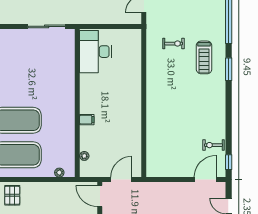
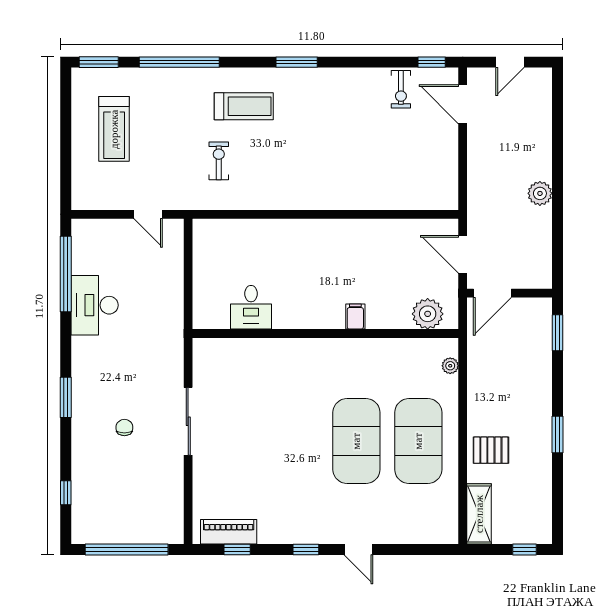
sliding door: (47, 26) -> (188, 421), moved
desk: (96, 52) -> (251, 307), width x0.53, depth x0.77
window: (229, 69) -> (297, 62), moved
plant: (84, 156) -> (428, 314), width x1.87, depth x1.87

